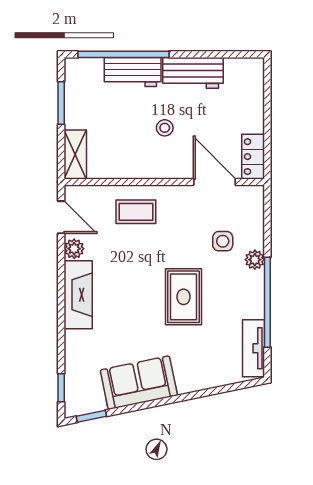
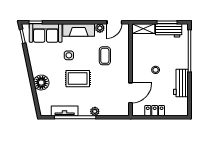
workbench: (133, 72) -> (169, 30), moved, turned -90
locker: (253, 157) -> (155, 111), moved
coffee table: (136, 212) -> (105, 56), moved
side table: (223, 241) -> (69, 55), moved
tv unit: (254, 348) -> (65, 111), moved
floor lamp: (192, 376) -> (41, 83), added
sofa: (139, 383) -> (46, 33), moved, turned 102

